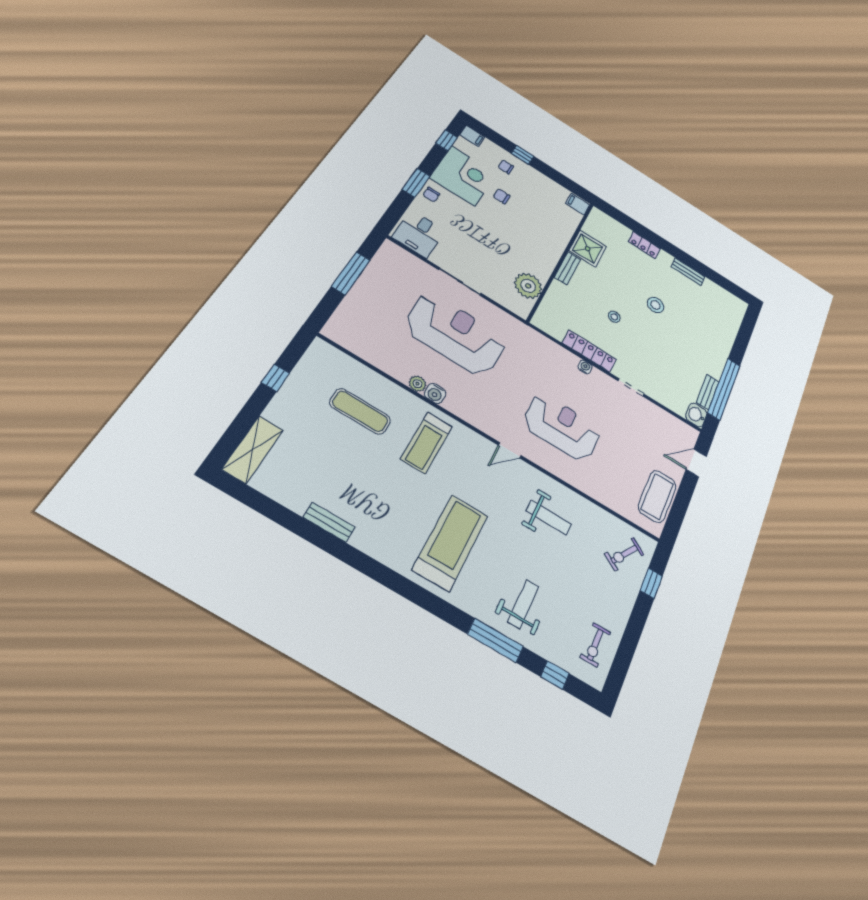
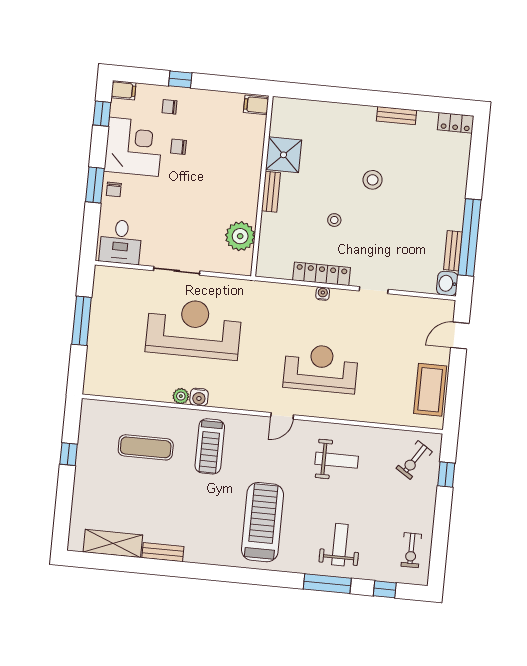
locker: (644, 245) -> (456, 123), moved
shelving: (253, 449) -> (113, 543), moved, turned 90

